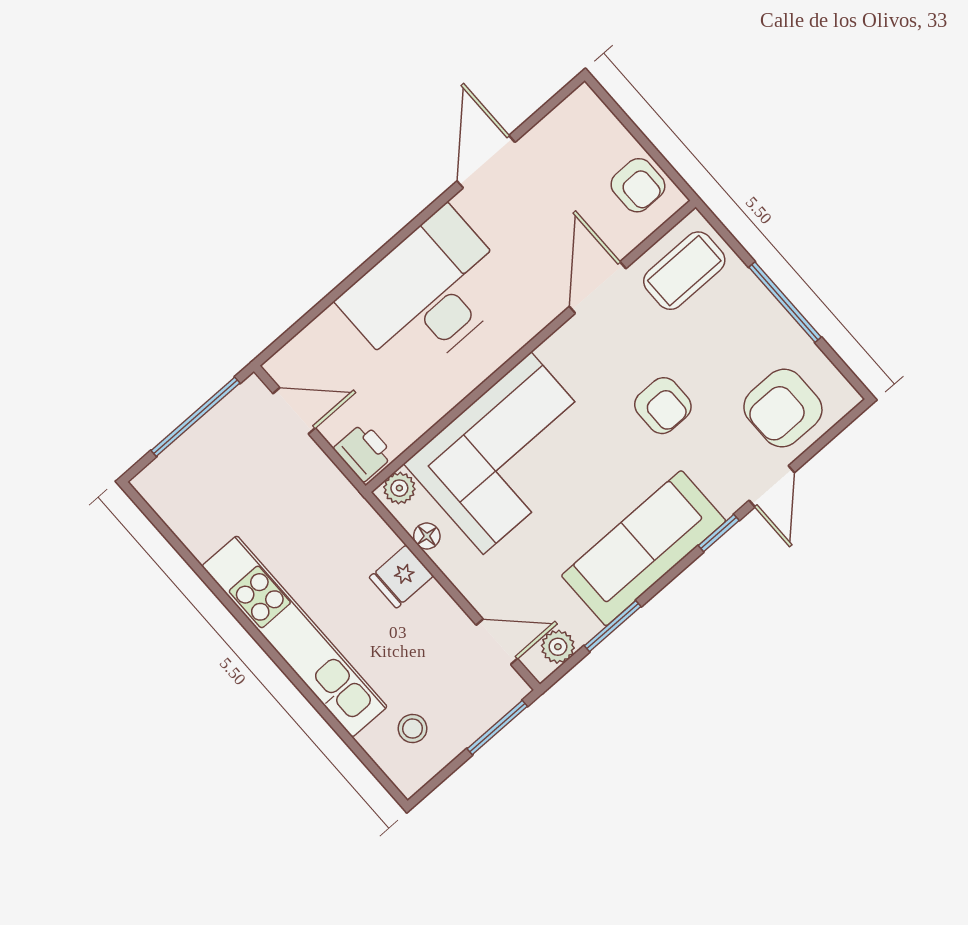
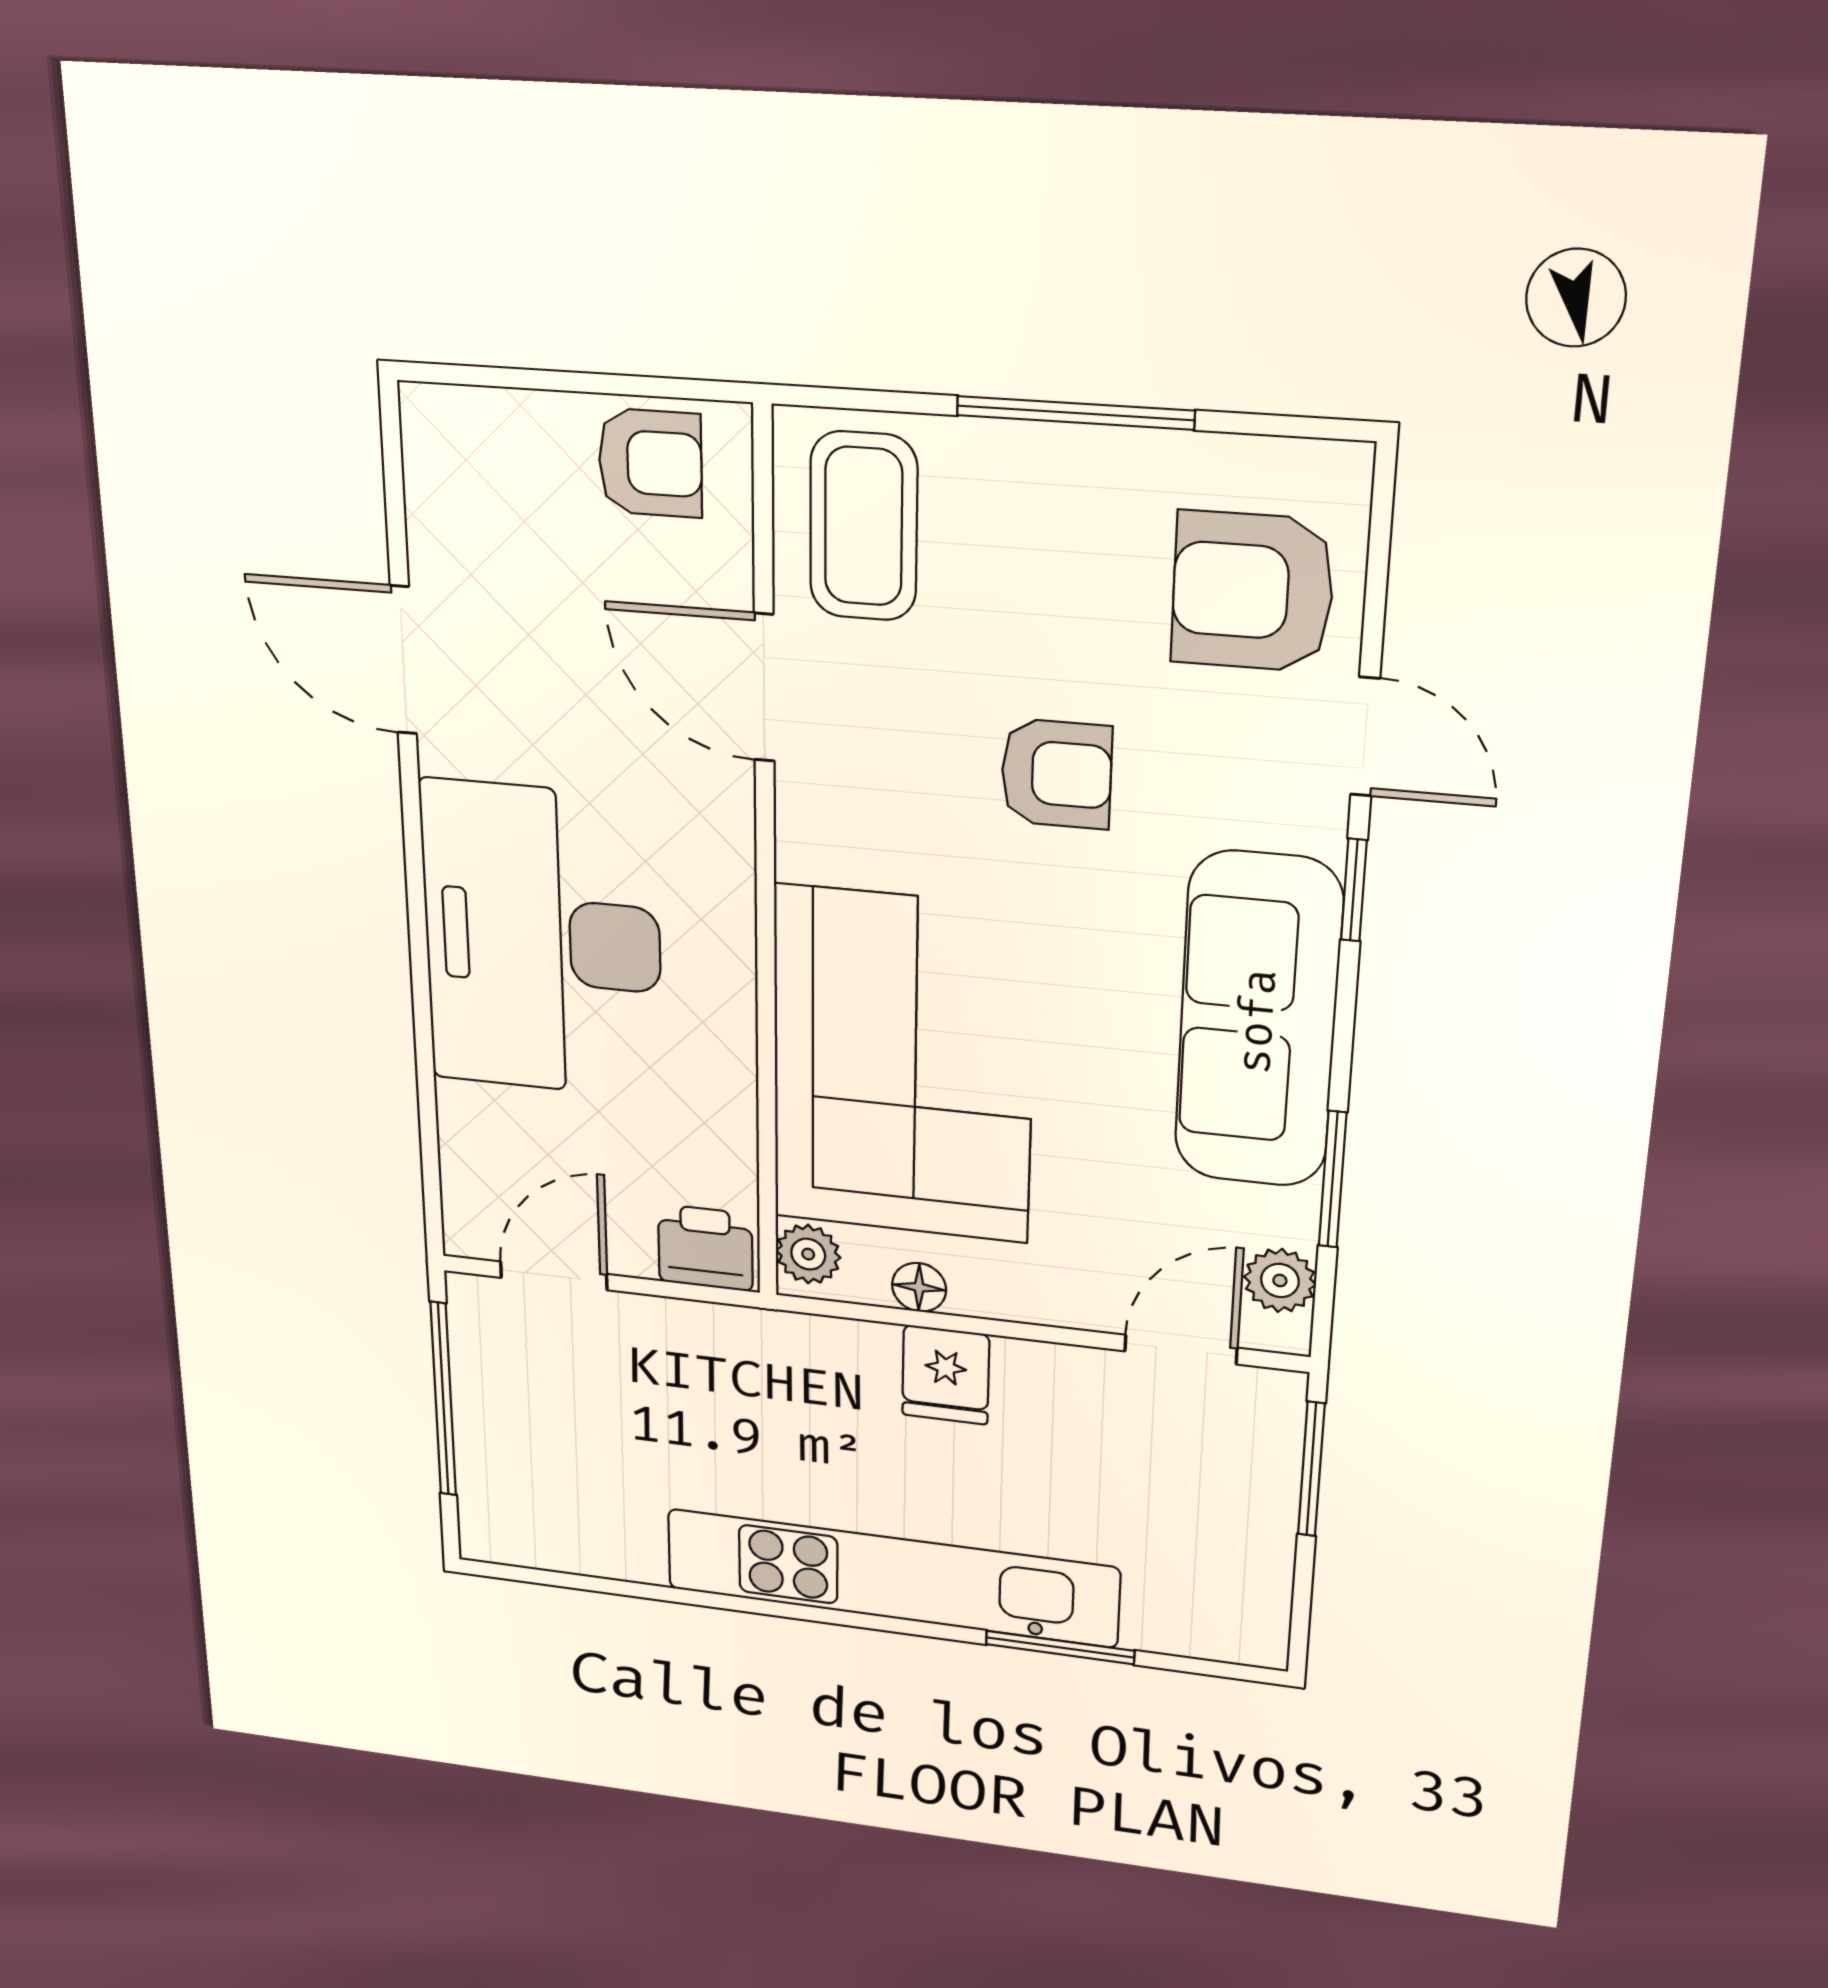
armchair: (783, 408) -> (1253, 592), turned 90
window: (330, 719) -> (1060, 1647), added
stool: (413, 728) -> (1189, 1569), removed

